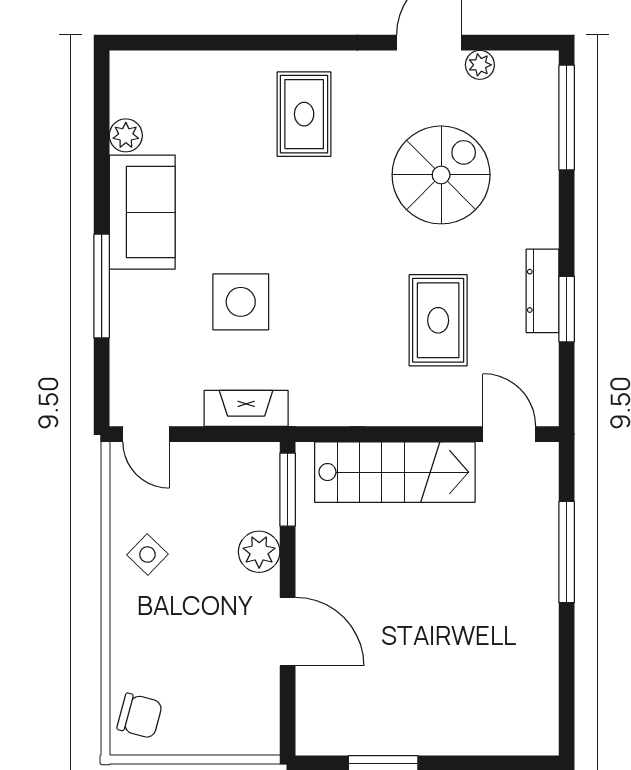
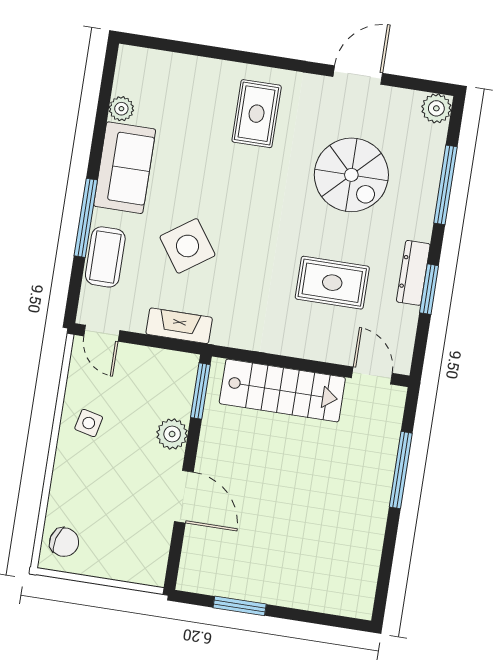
plant: (480, 65) -> (436, 108), moved, width x1.38, depth x1.38
window: (567, 117) -> (445, 185), moved
spiral stairs: (441, 175) -> (351, 175), turned 90
side table: (241, 302) -> (187, 246), turned -35
rug: (438, 320) -> (332, 283), turned 90
coffee table: (135, 333) -> (105, 257), added
side table: (147, 554) -> (89, 423), turned -31

